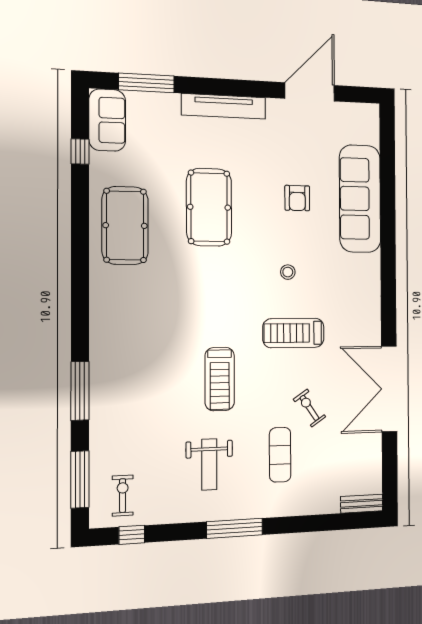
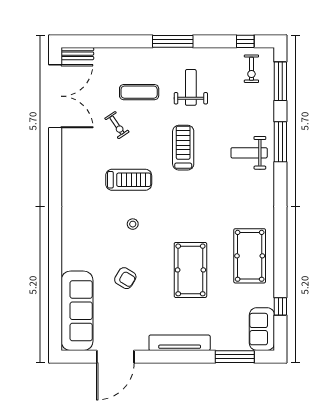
armchair: (297, 198) -> (125, 278), turned 121
sofa: (360, 199) -> (77, 311), moved
weight bench: (126, 374) -> (249, 153), added
double door: (389, 389) -> (55, 96), moved
exercise mat: (280, 455) -> (139, 92), turned 90

